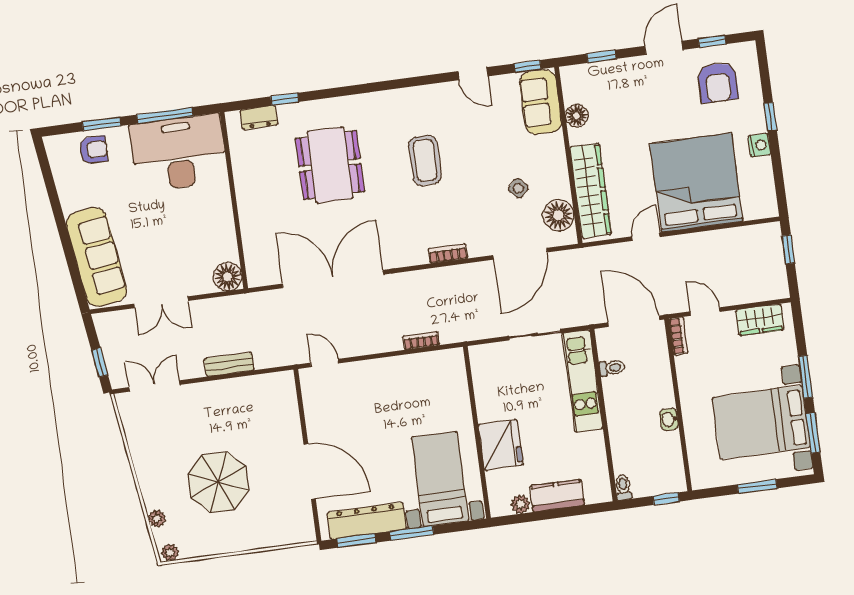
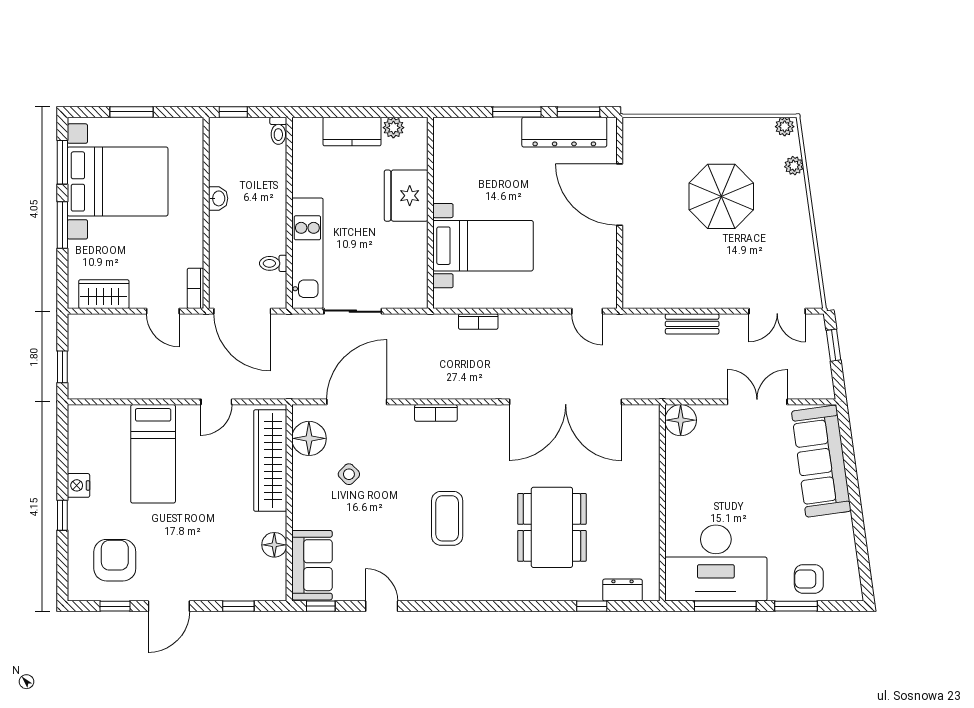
bed: (696, 183) -> (153, 454), width x0.49
bed with nightstands: (440, 479) -> (483, 246), moved, turned -90

